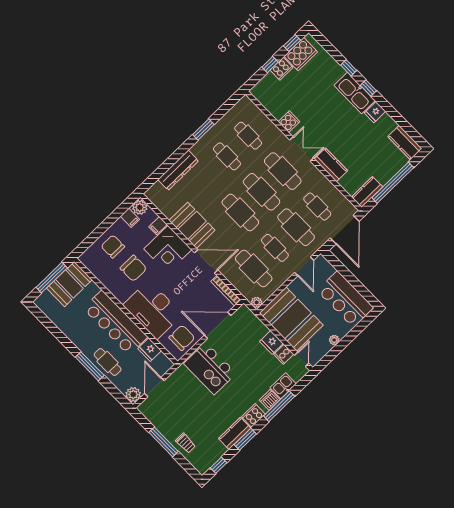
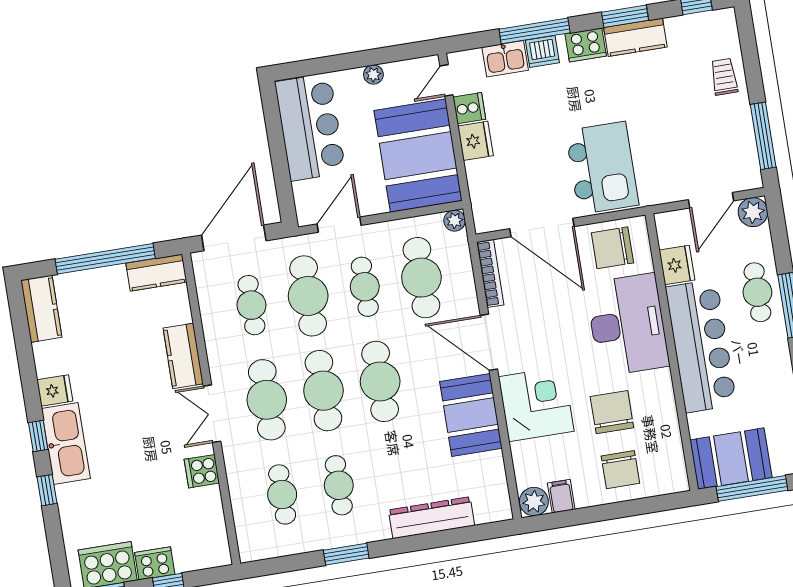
filing cabinet: (158, 226) -> (525, 452), removed
window: (163, 442) -> (763, 136), moved

